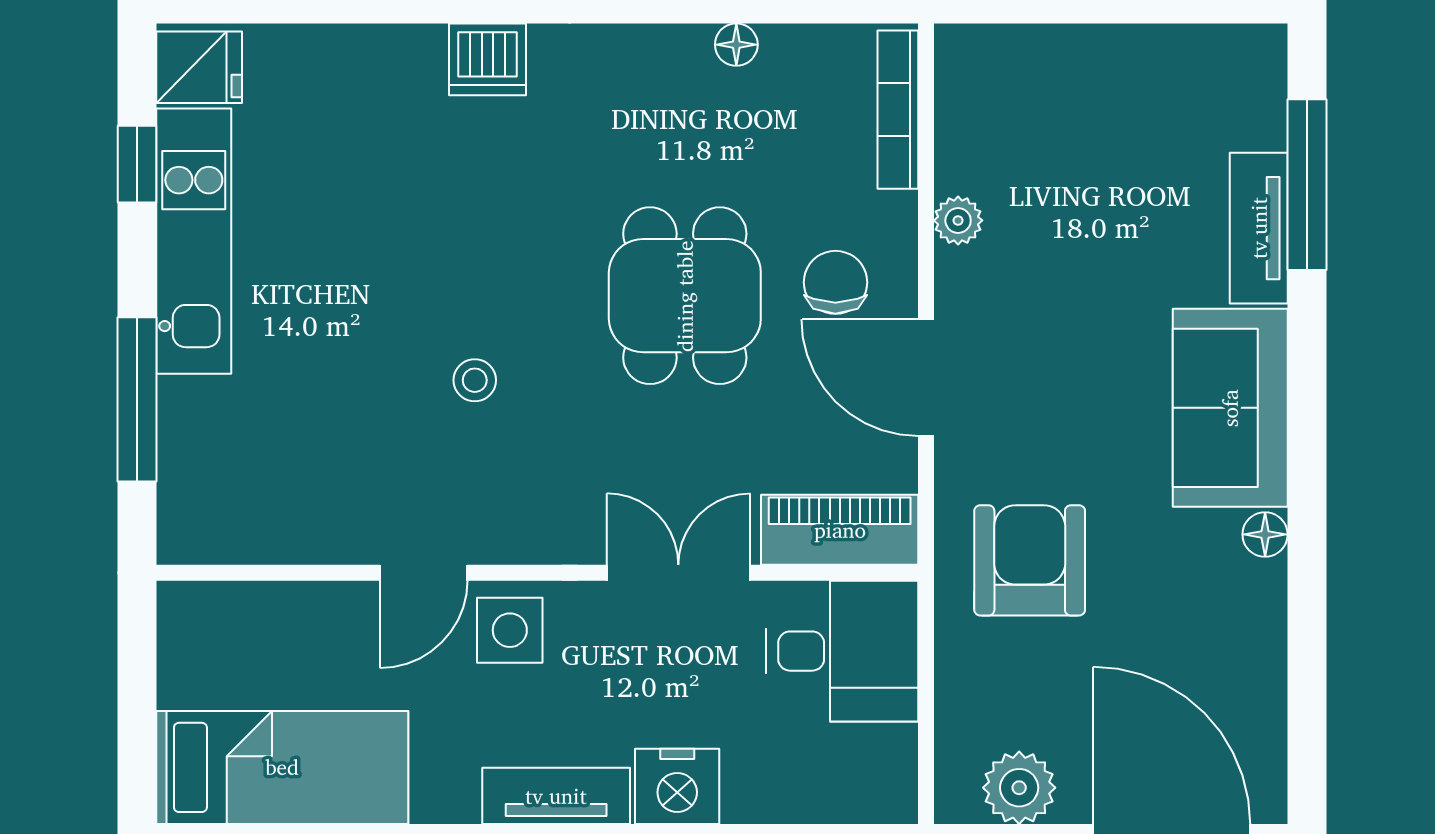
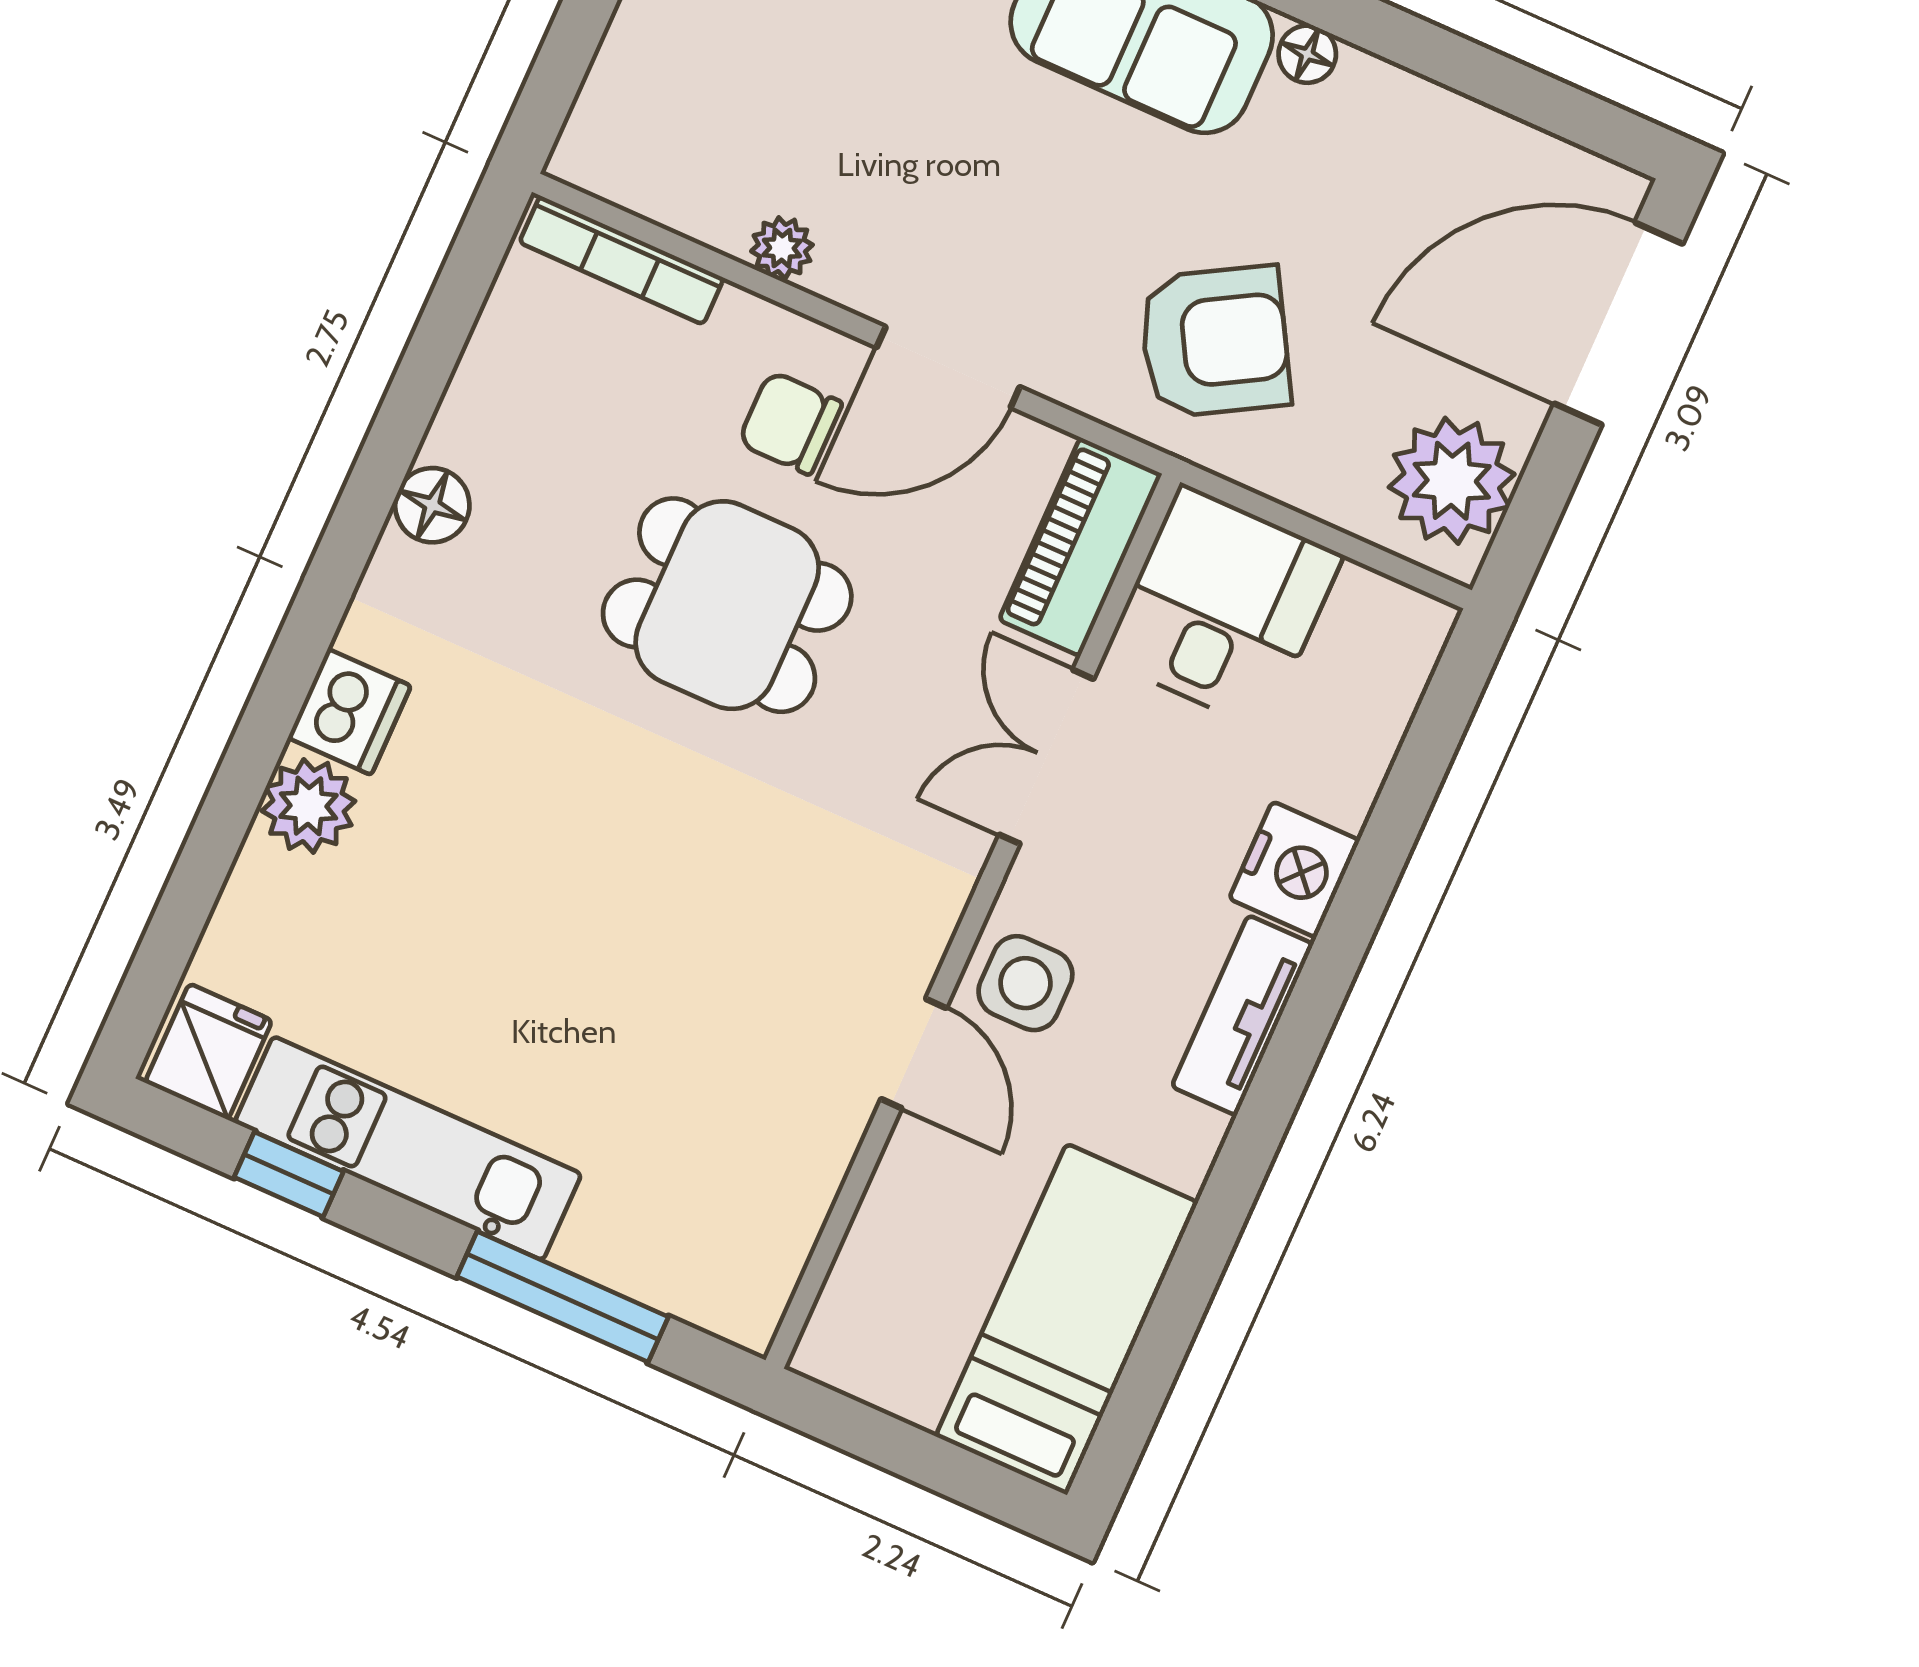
floor lamp: (736, 45) -> (432, 505), moved, width x1.37, depth x1.37
plant: (407, 60) -> (308, 806), added
stool: (475, 380) -> (716, 894), removed
armchair: (1030, 560) -> (1215, 342), turned 150
plant: (1019, 788) -> (1452, 481), width x1.36, depth x1.36

